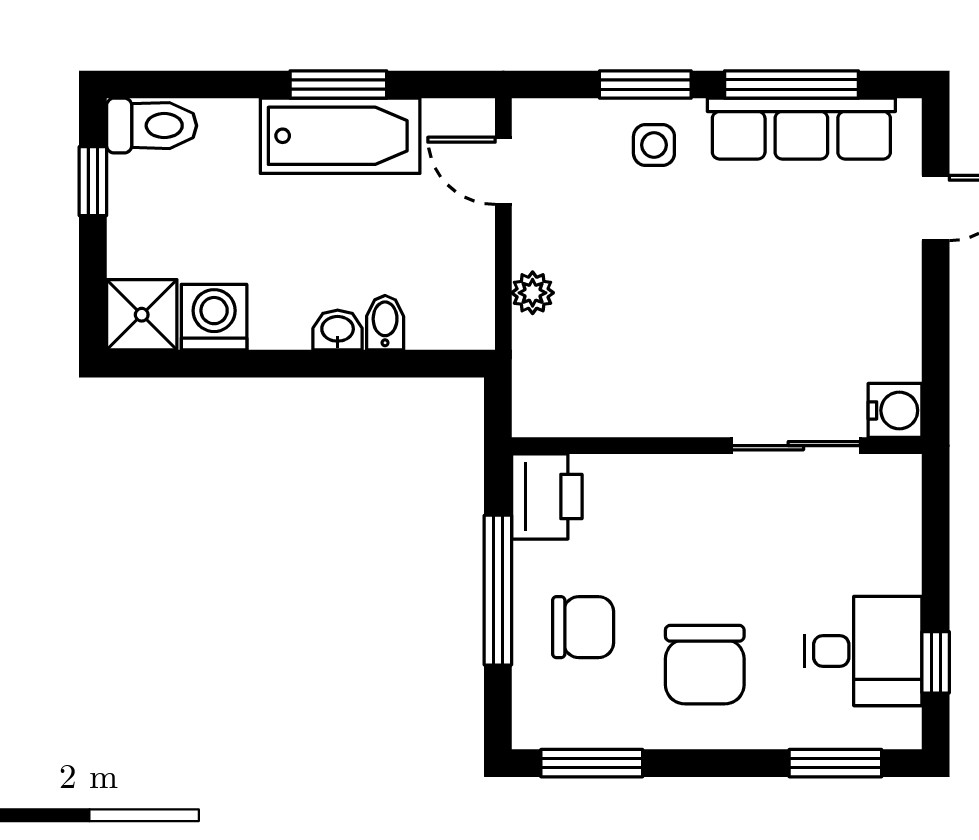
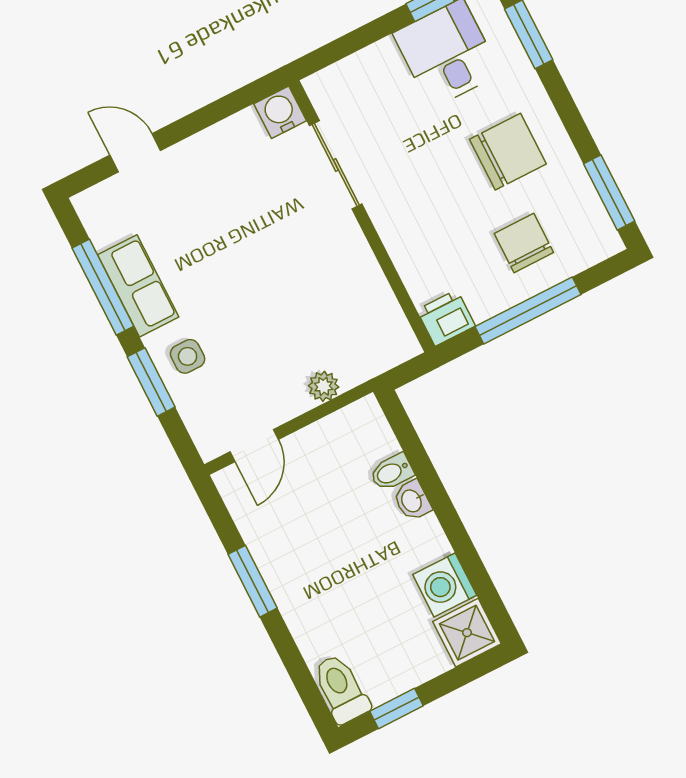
row of seats: (801, 129) -> (138, 286), width x0.68
bathtub: (340, 136) -> (285, 563), removed
printer: (547, 496) -> (446, 318), width x0.73, depth x0.81

